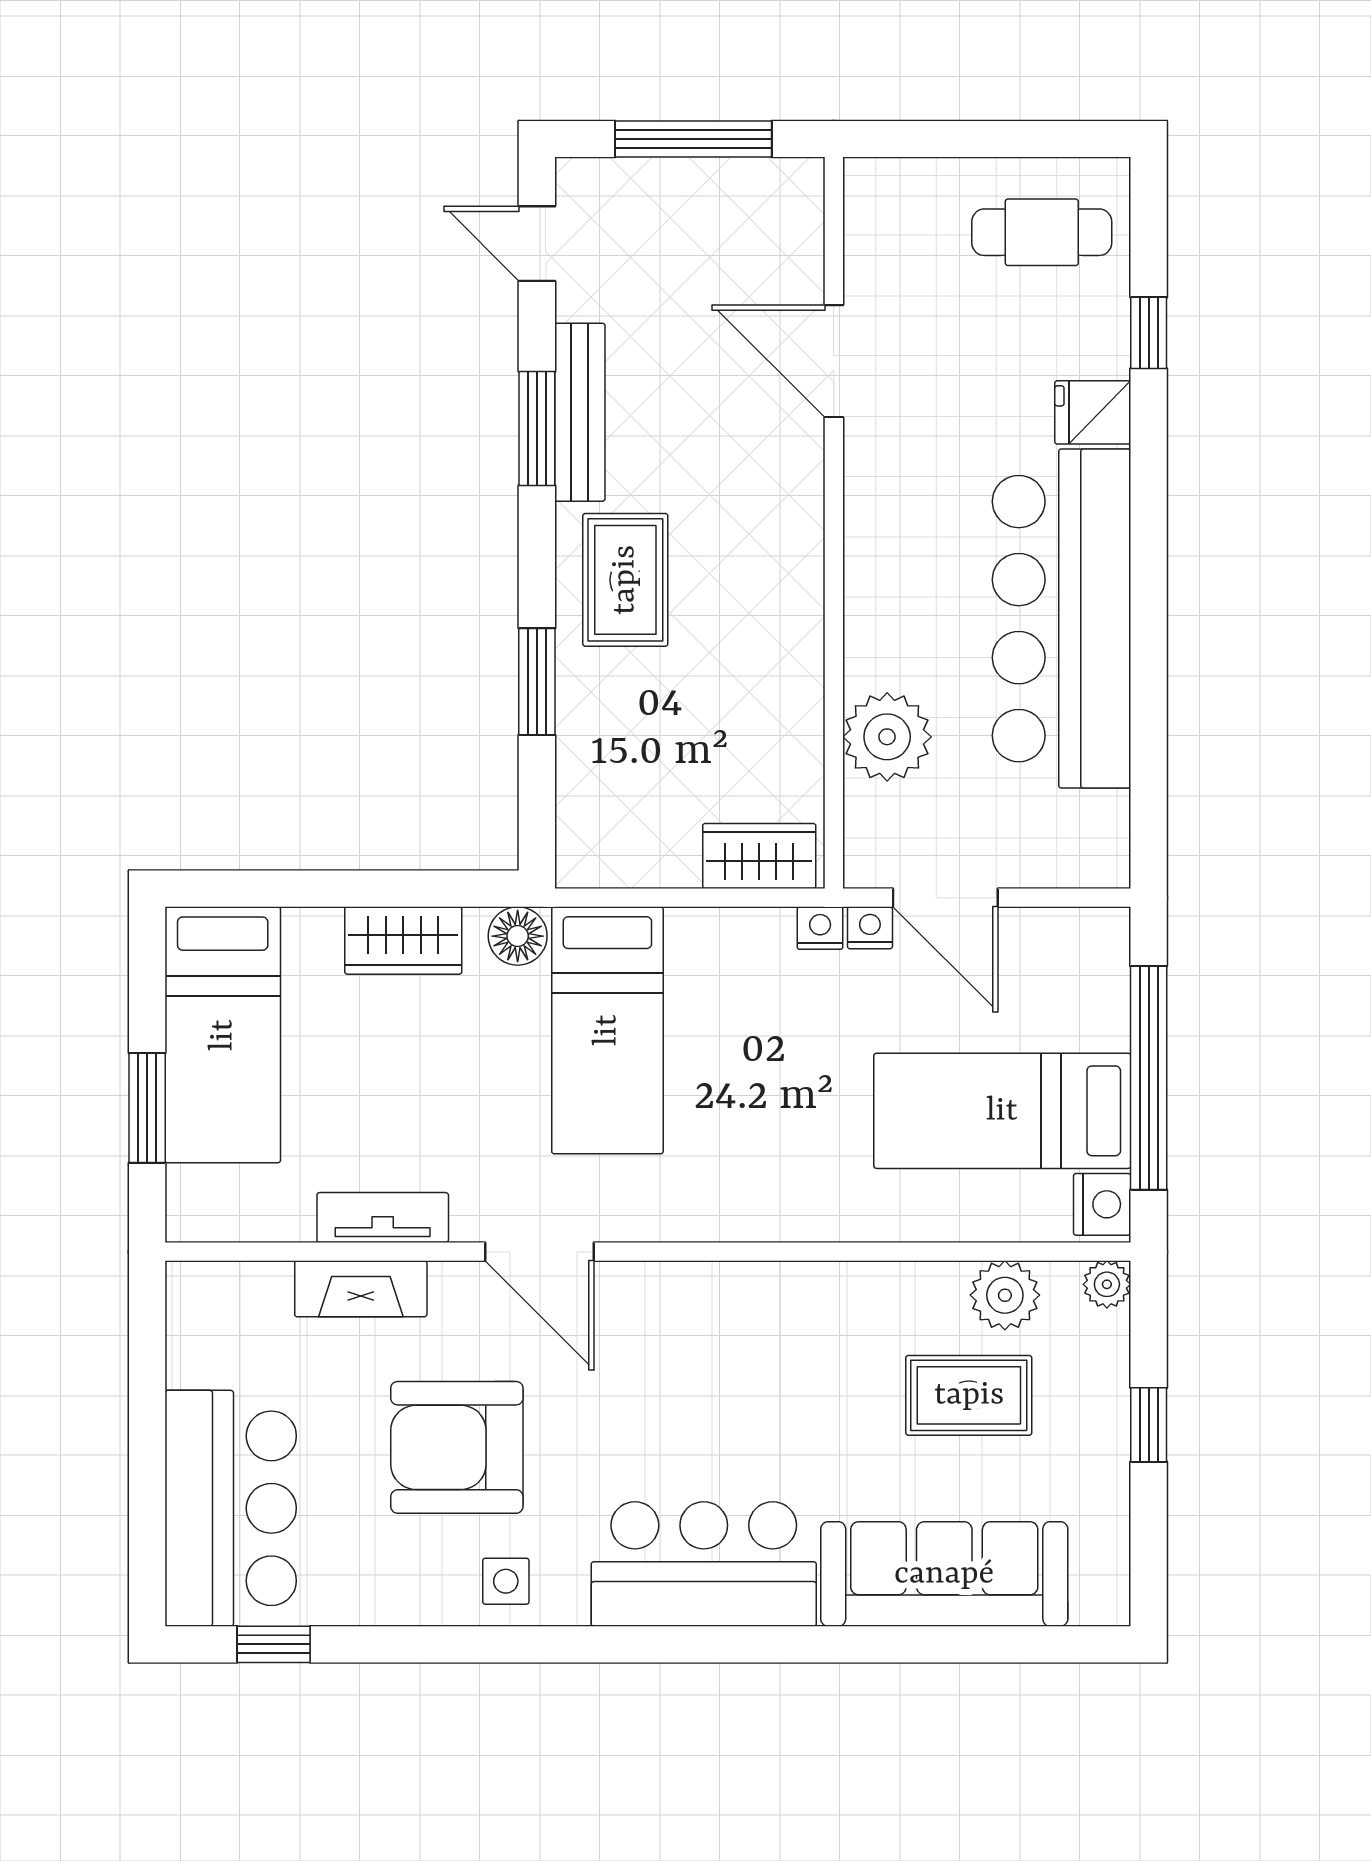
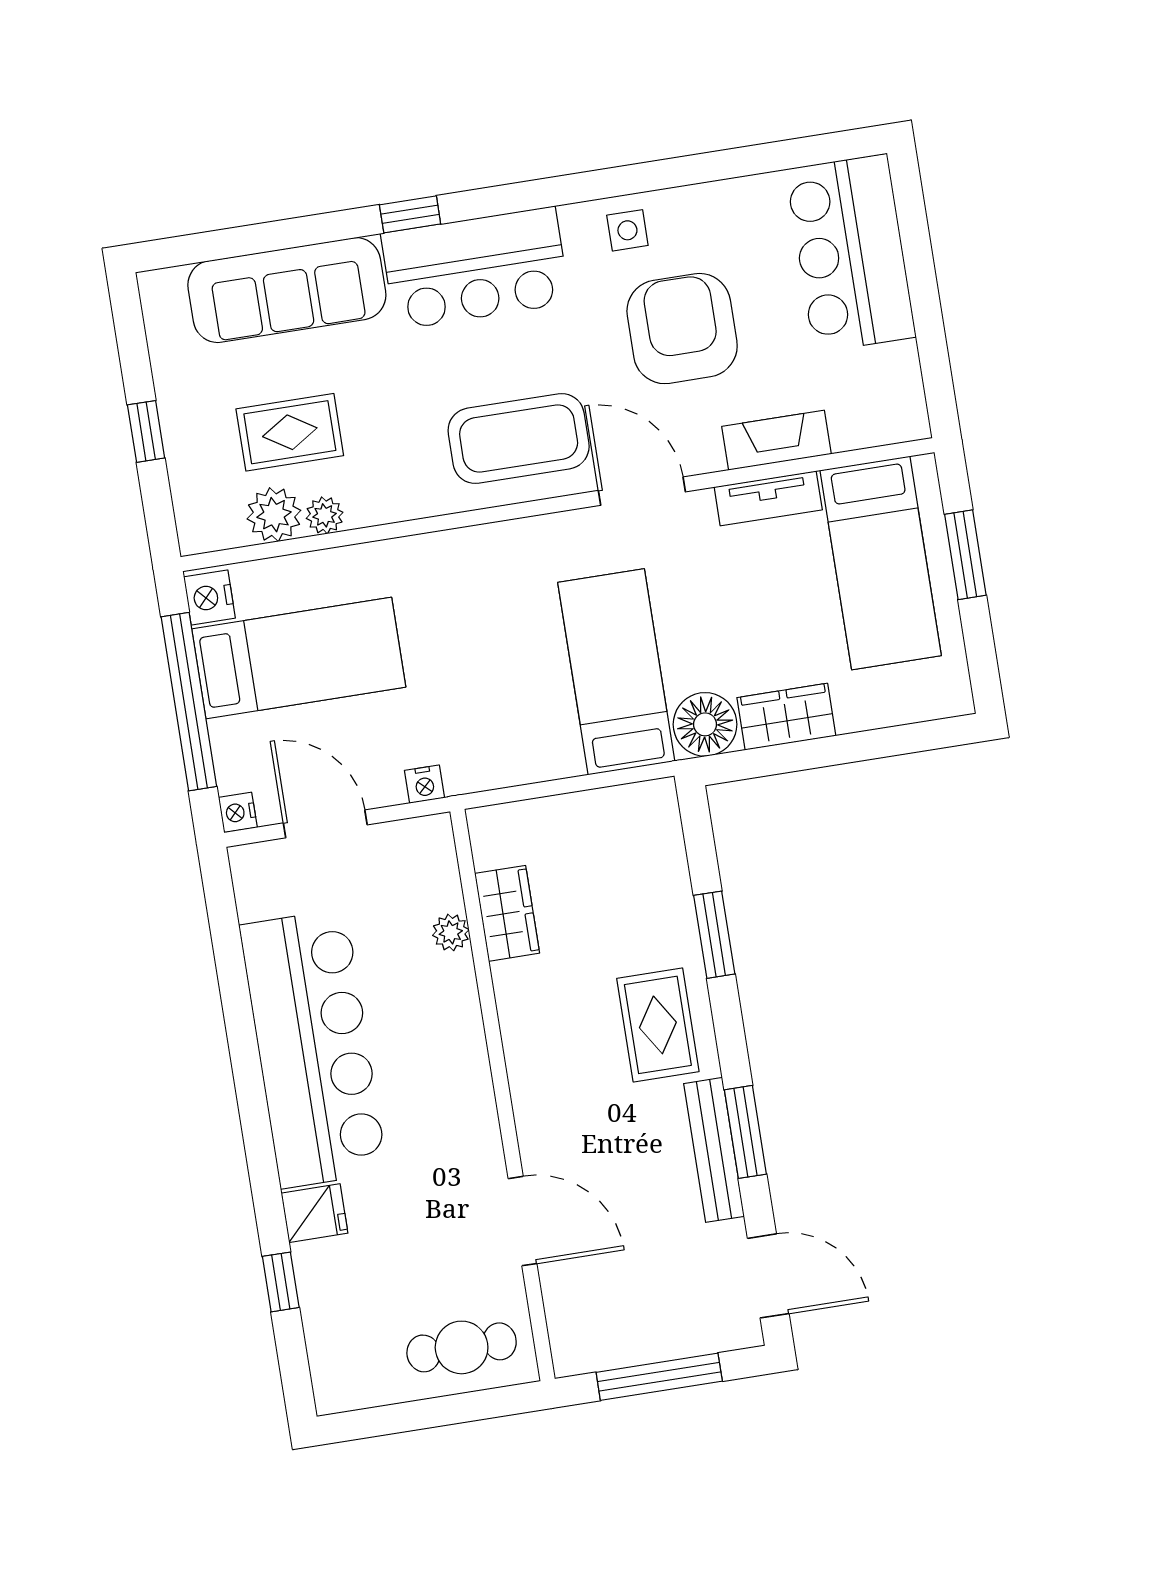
cafe table: (1042, 232) -> (462, 1347), moved
door: (537, 244) -> (768, 1276), width x1.38
plant: (887, 737) -> (451, 932), width x0.53, depth x0.53
wardrobe: (759, 856) -> (507, 913), moved, turned -90
door: (945, 898) -> (325, 824), moved
nightstand: (820, 928) -> (238, 812), moved, turned 90
floor lamp: (518, 936) -> (705, 724), width x1.38, depth x1.38
bed: (223, 1035) -> (881, 563), moved, turned 180
plant: (1107, 1284) -> (325, 515), moved
coffee table: (683, 1342) -> (519, 439), added
armchair: (457, 1447) -> (682, 329), turned -90
window: (274, 1644) -> (410, 214), moved

